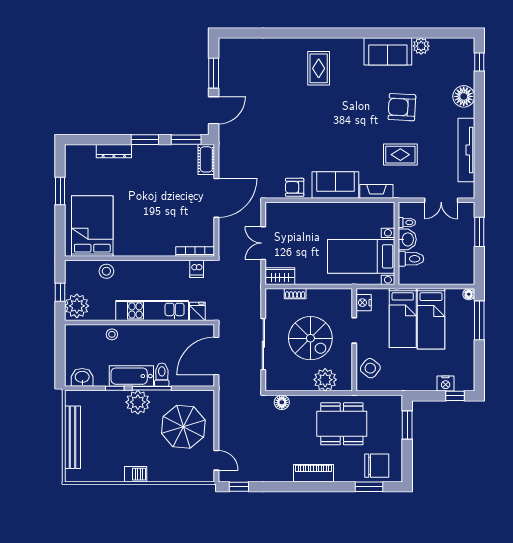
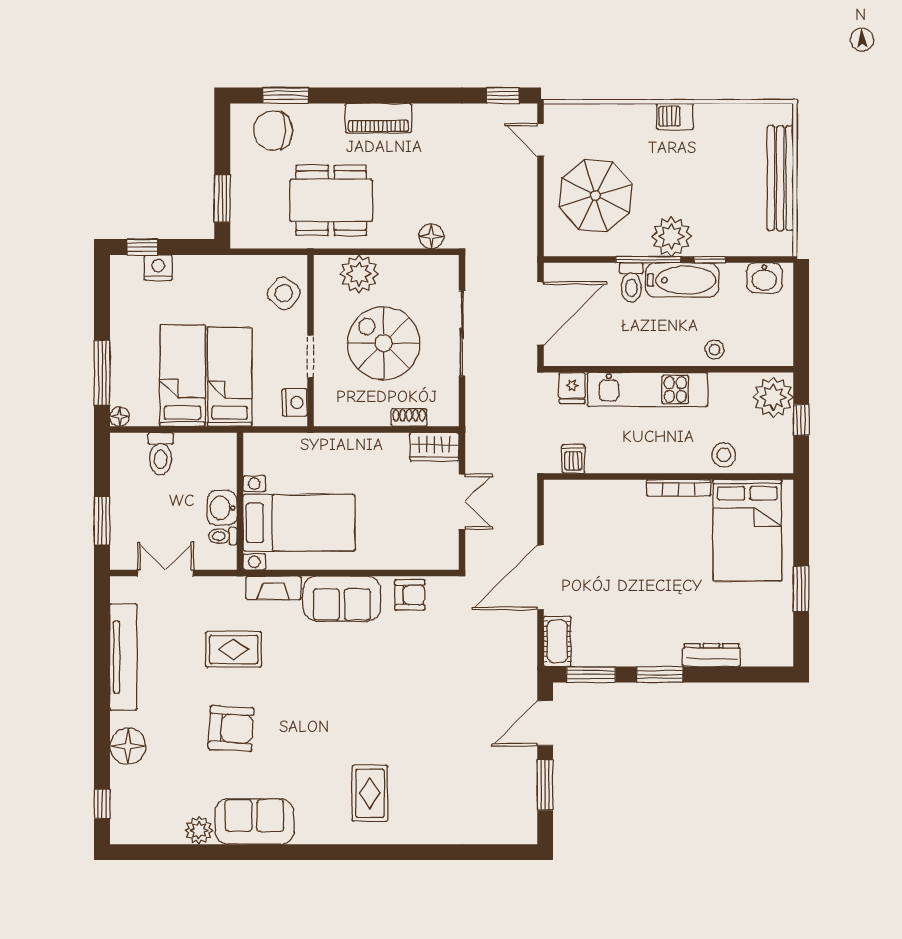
bookcase: (195, 251) -> (679, 488), moved
bed with nightstands: (361, 256) -> (299, 523), moved
toilet: (411, 259) -> (161, 454), moved, turned -90

